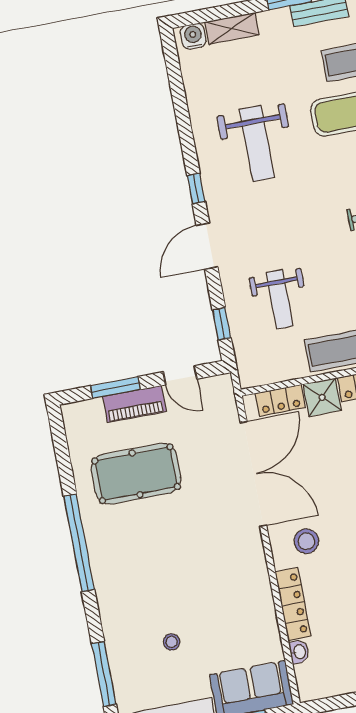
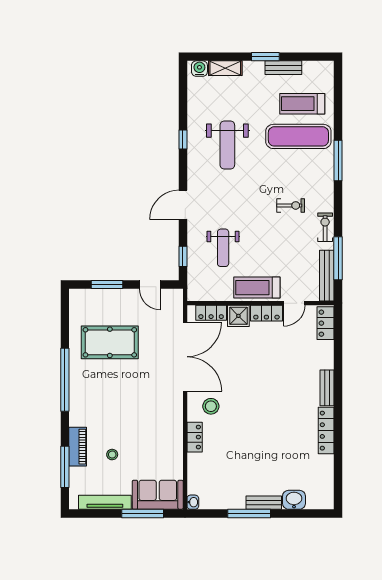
window: (196, 189) -> (183, 140), moved
piano: (135, 404) -> (78, 447), moved, turned -90
locker: (293, 604) -> (195, 437), width x0.66
washbasin: (299, 652) -> (193, 502), moved

